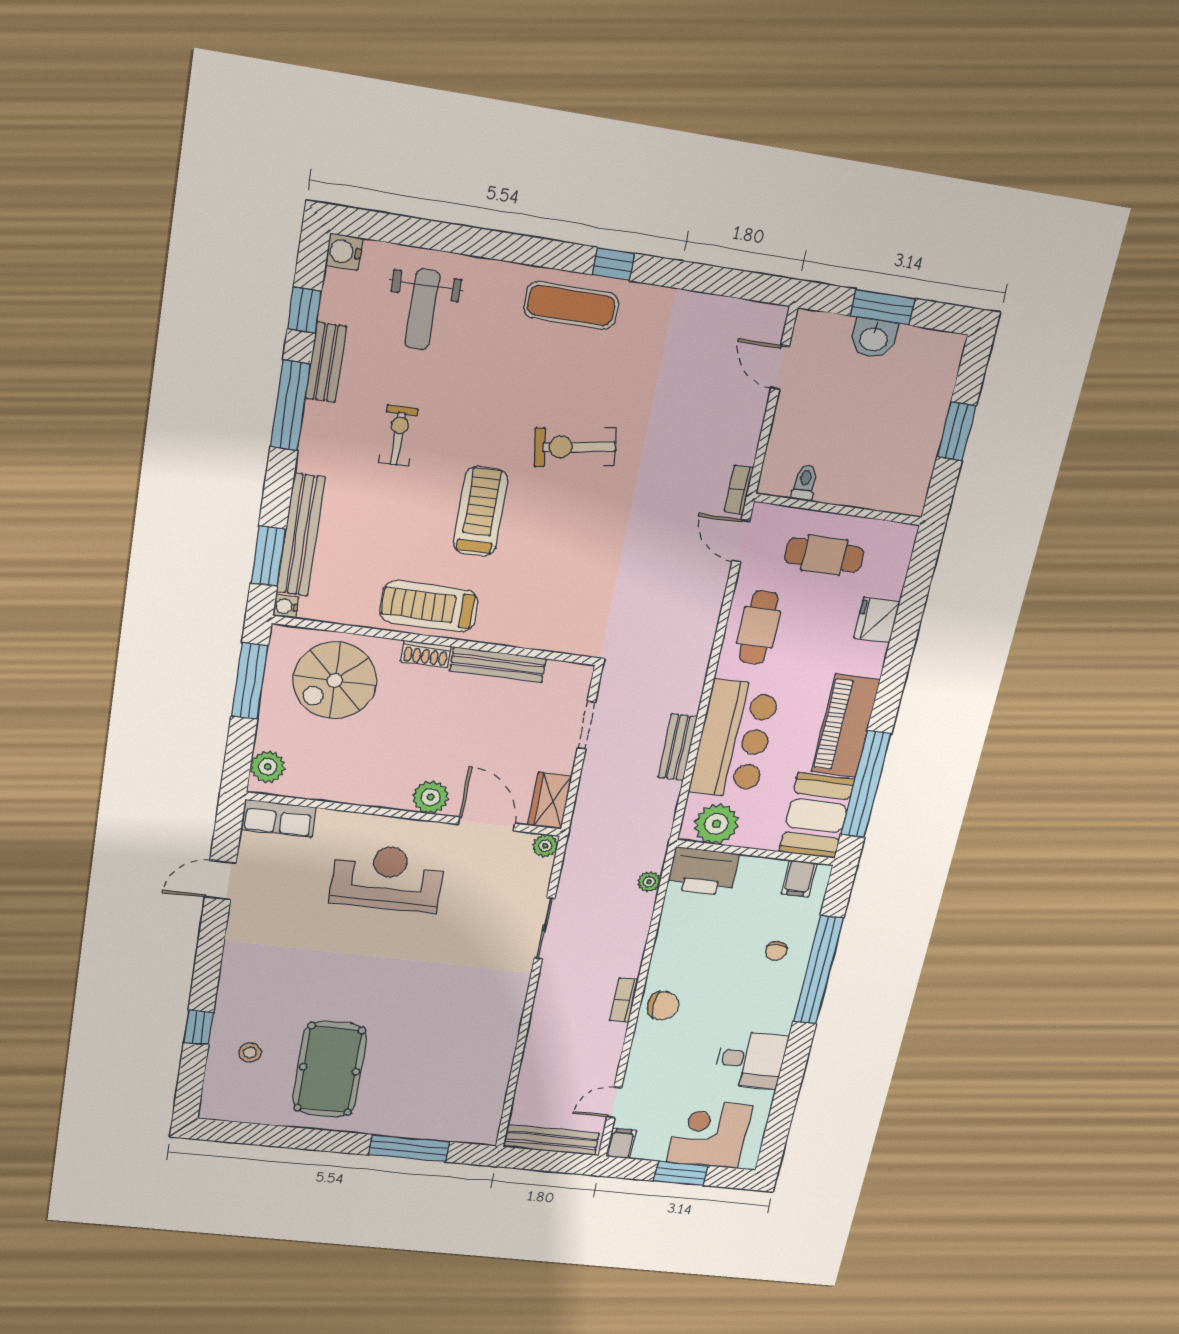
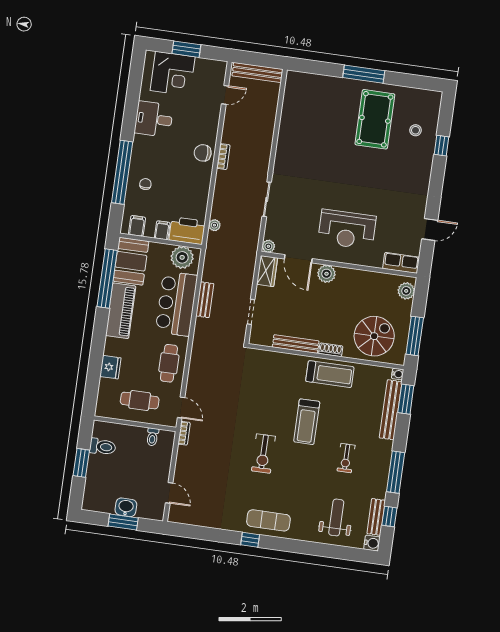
bench: (326, 362) -> (376, 517), moved
exercise bike: (575, 447) -> (263, 454), turned 99
toilet: (909, 464) -> (103, 447), added
filing cabinet: (621, 1143) -> (162, 230), moved, turned 180
window: (409, 1148) -> (364, 74), moved

